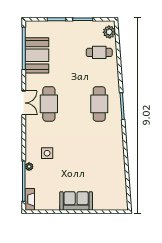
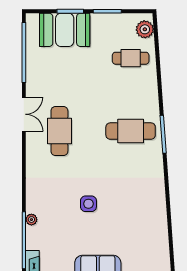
booth: (37, 55) -> (65, 30), moved, turned 90
double door: (24, 103) -> (24, 114), moved
cafe table: (99, 104) -> (131, 131), turned 90
side table: (47, 153) -> (88, 204), moved

